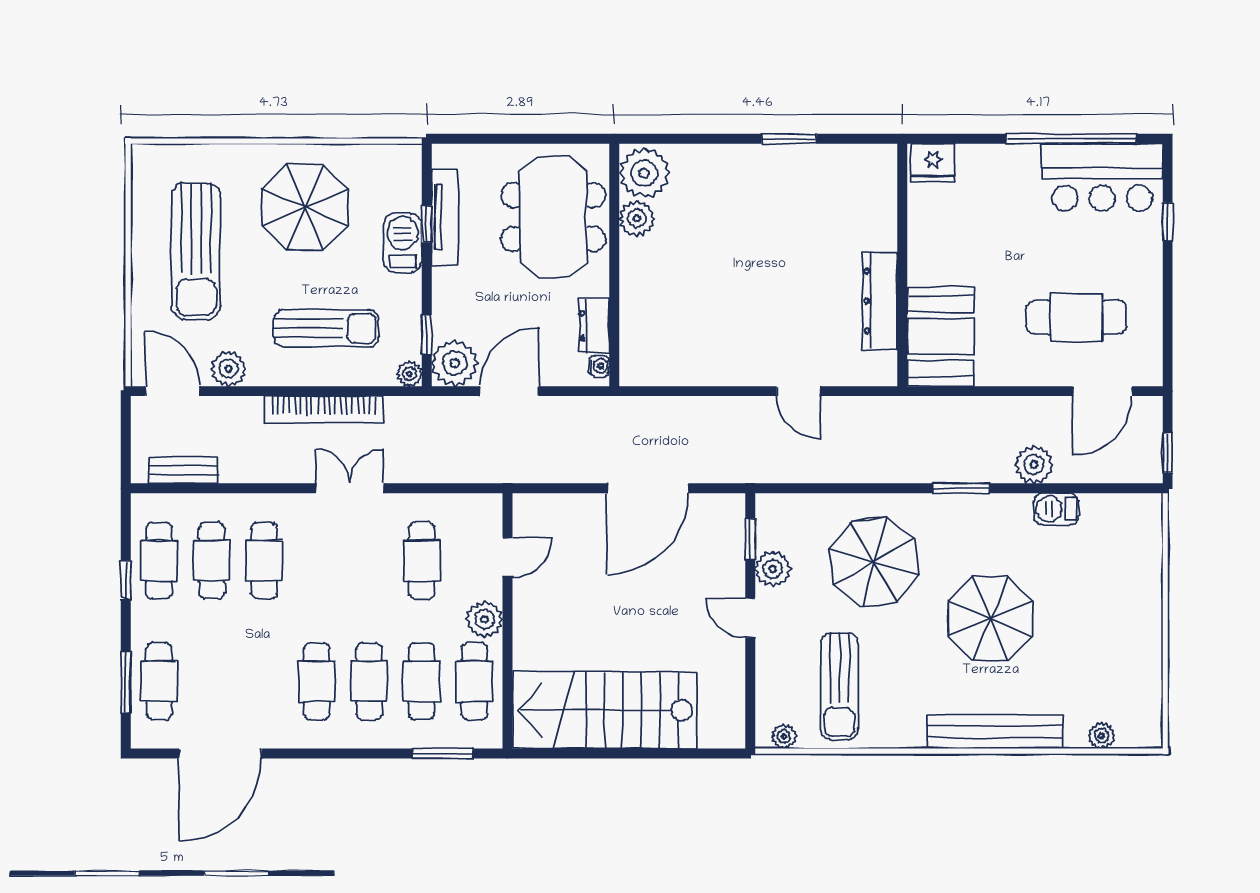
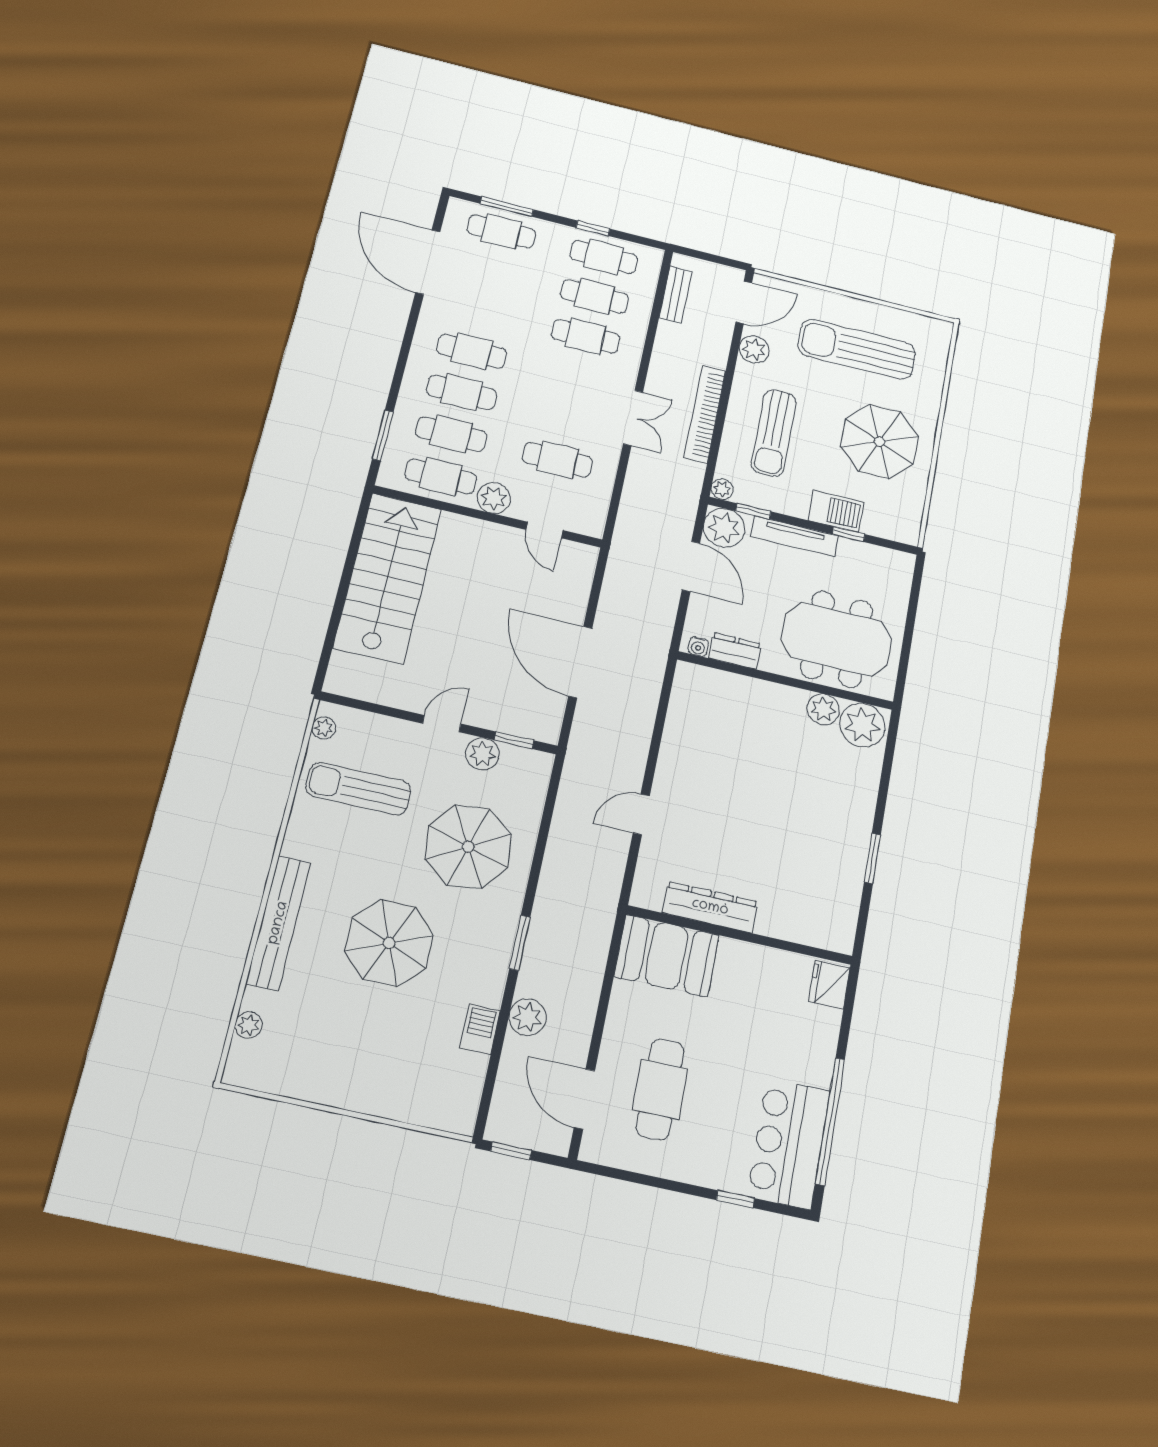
tv unit: (445, 217) -> (794, 536), moved

